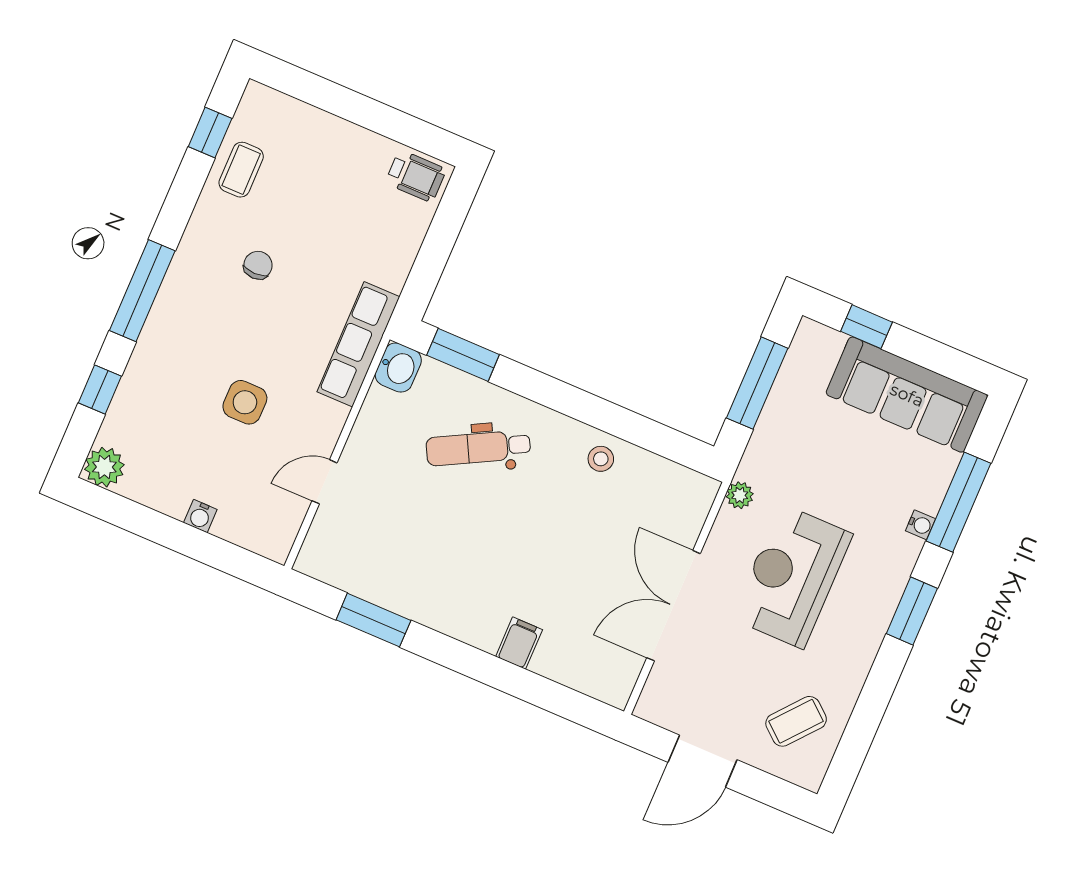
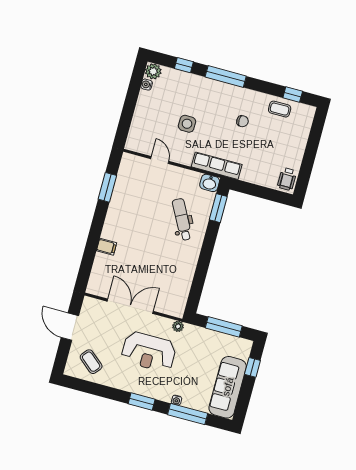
stool: (601, 459) -> (185, 269), removed
water cooler: (200, 516) -> (147, 85), moved
reception desk: (792, 576) -> (149, 352), turned 180

